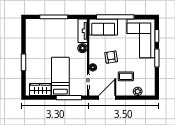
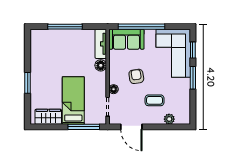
door: (107, 98) -> (131, 127), swing flipped

